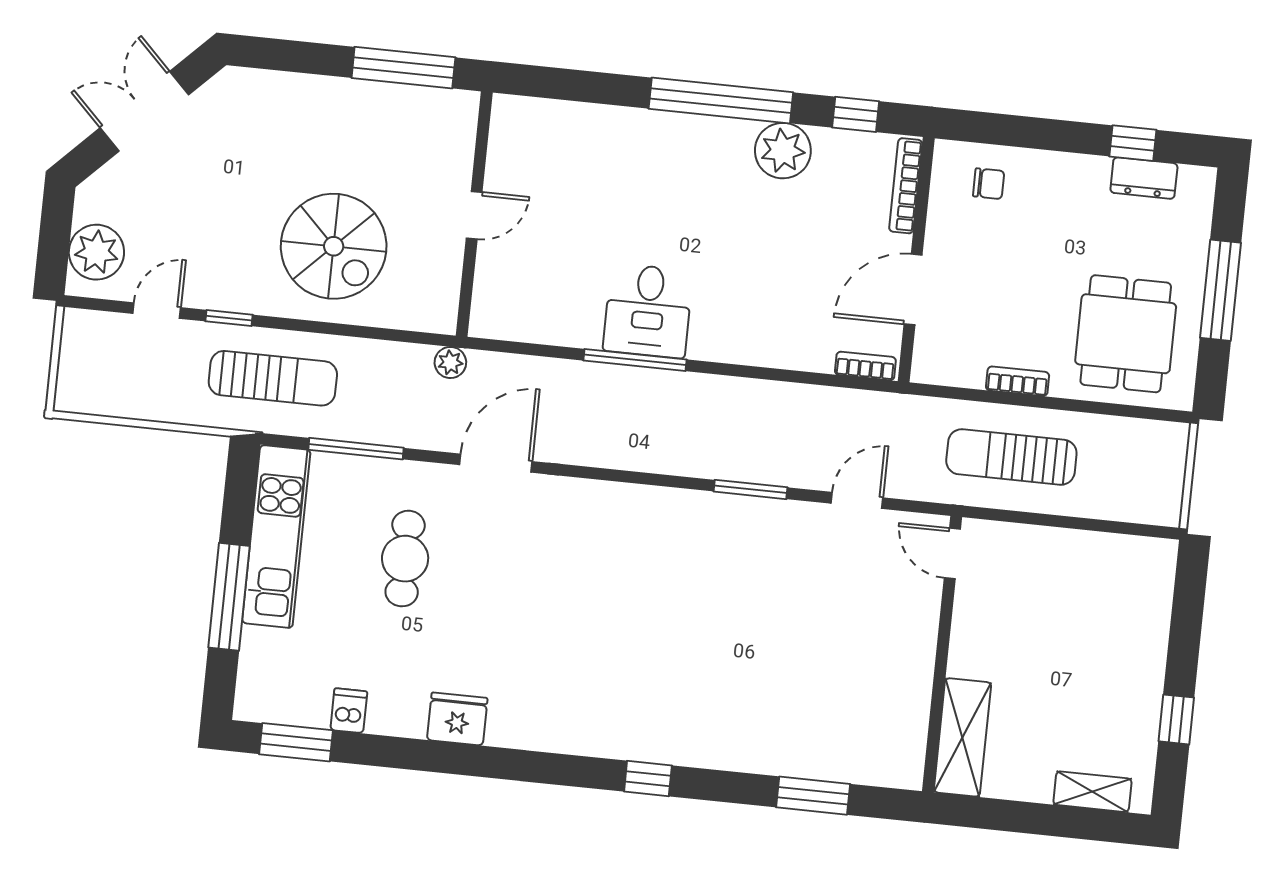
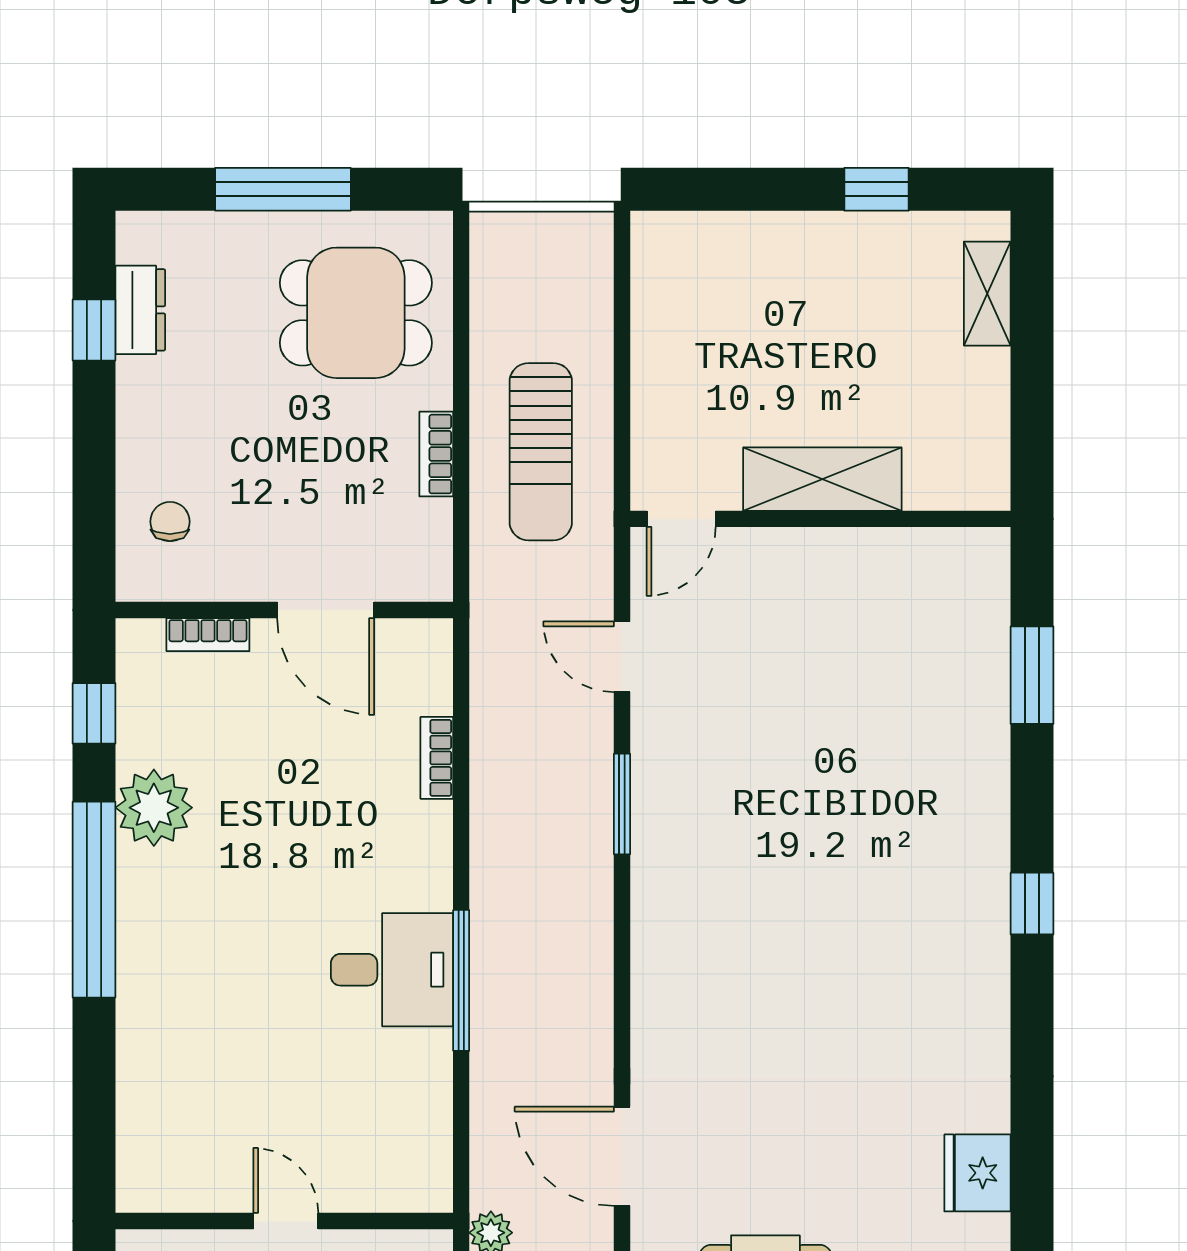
bookcase: (906, 186) -> (208, 635), width x0.64
bookcase: (865, 366) -> (437, 758), moved
shelving: (962, 737) -> (822, 479), moved

